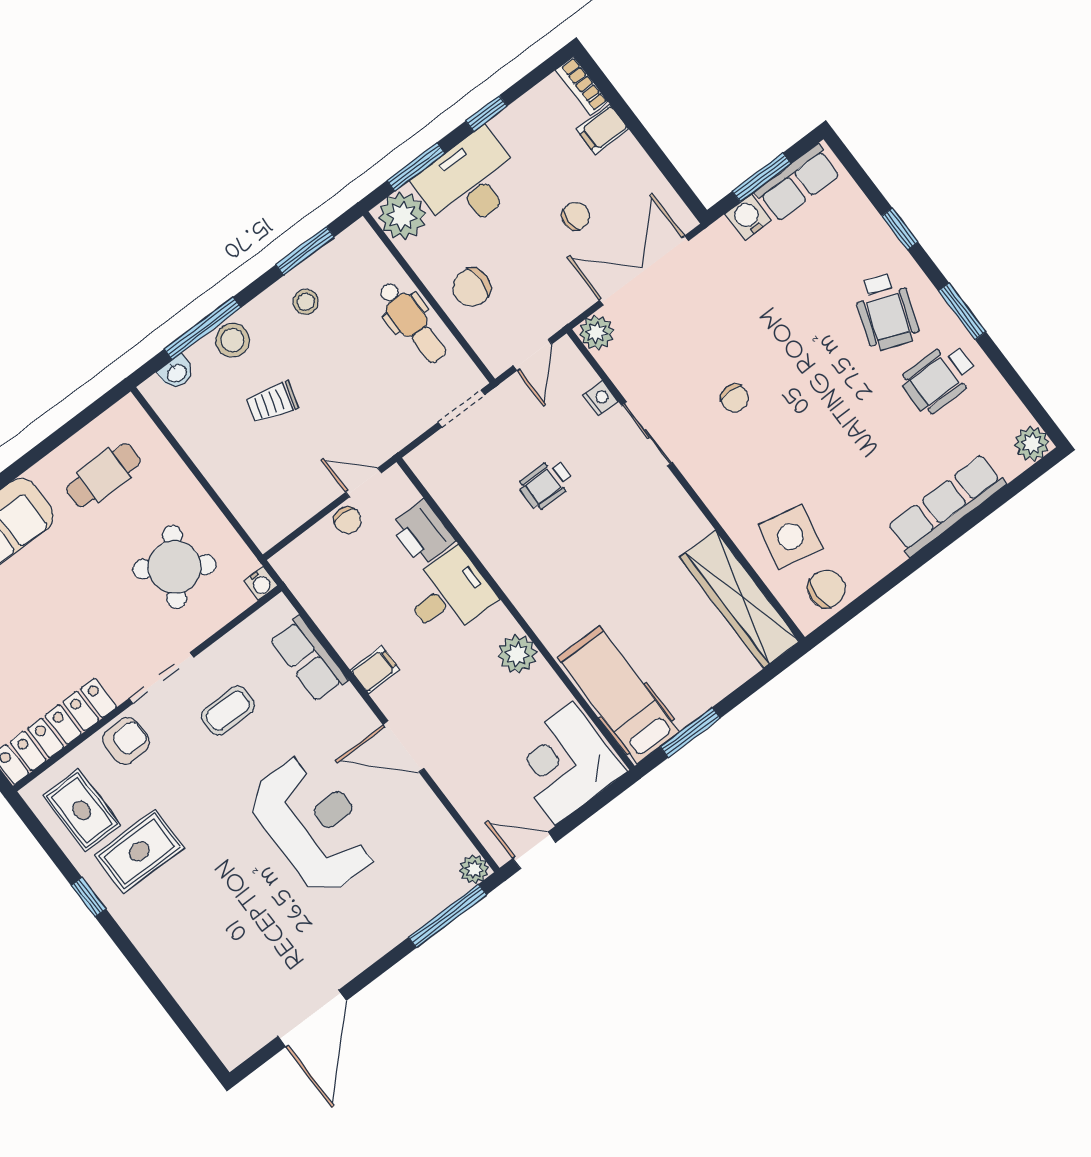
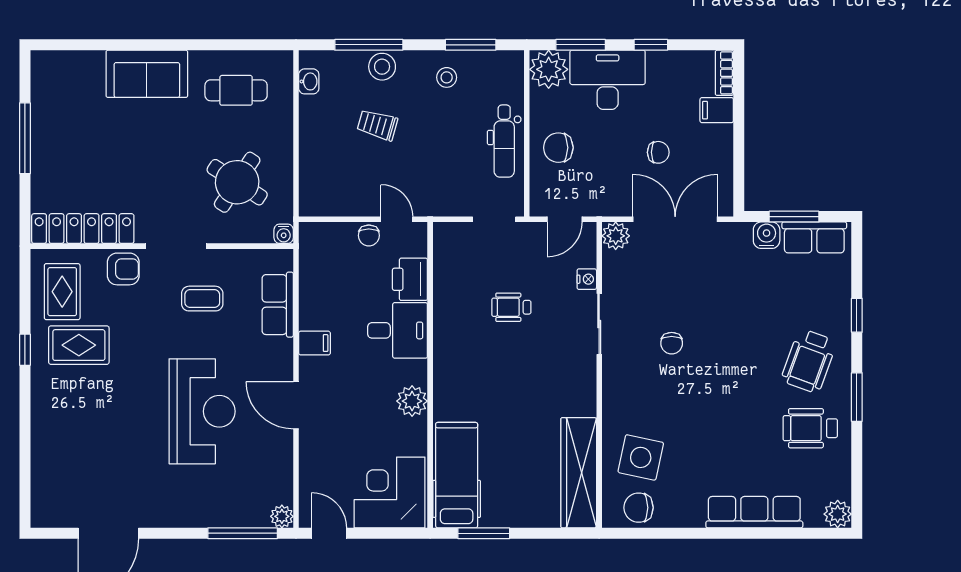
washbasin: (177, 373) -> (309, 81), moved, turned -90
chair: (826, 589) -> (639, 508), turned 180

